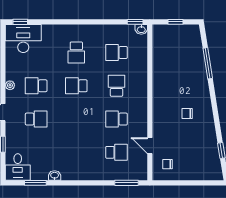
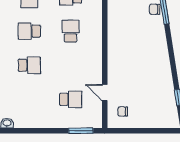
chair: (187, 114) -> (155, 9), moved
school desk: (116, 119) -> (29, 65), moved, turned 180

